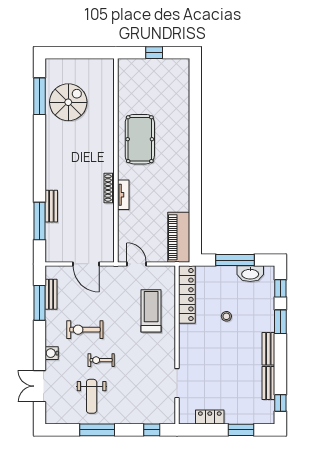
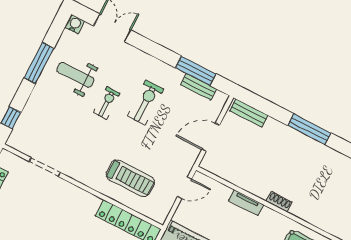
shoe rack: (109, 188) -> (279, 202), width x0.70
tv unit: (123, 195) -> (246, 203), moved
bench: (51, 206) -> (249, 113), moved
window: (40, 221) -> (309, 129), moved
water cooler: (52, 353) -> (75, 24), moved

